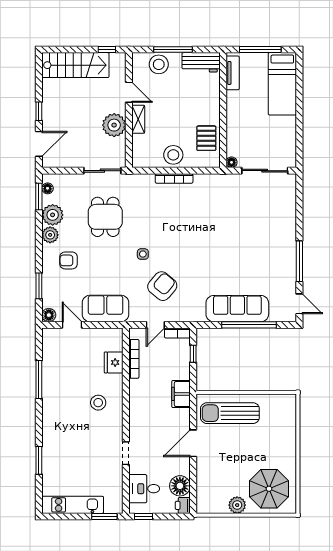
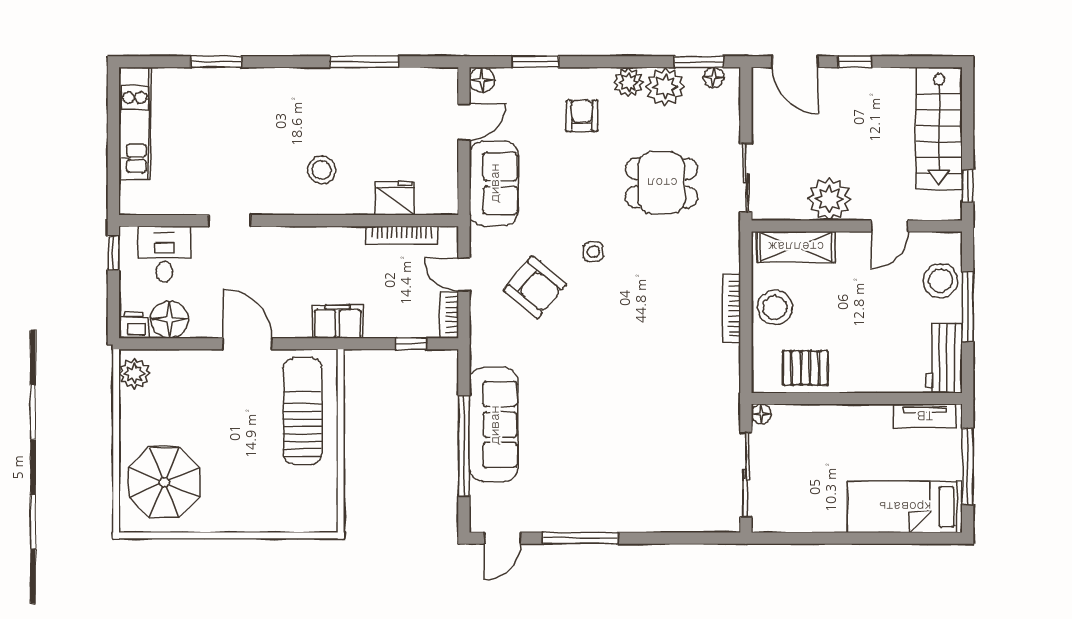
shelving: (138, 119) -> (796, 247), moved, width x1.50, depth x1.33
plant: (237, 505) -> (134, 374), moved
window: (104, 517) -> (113, 181), removed

